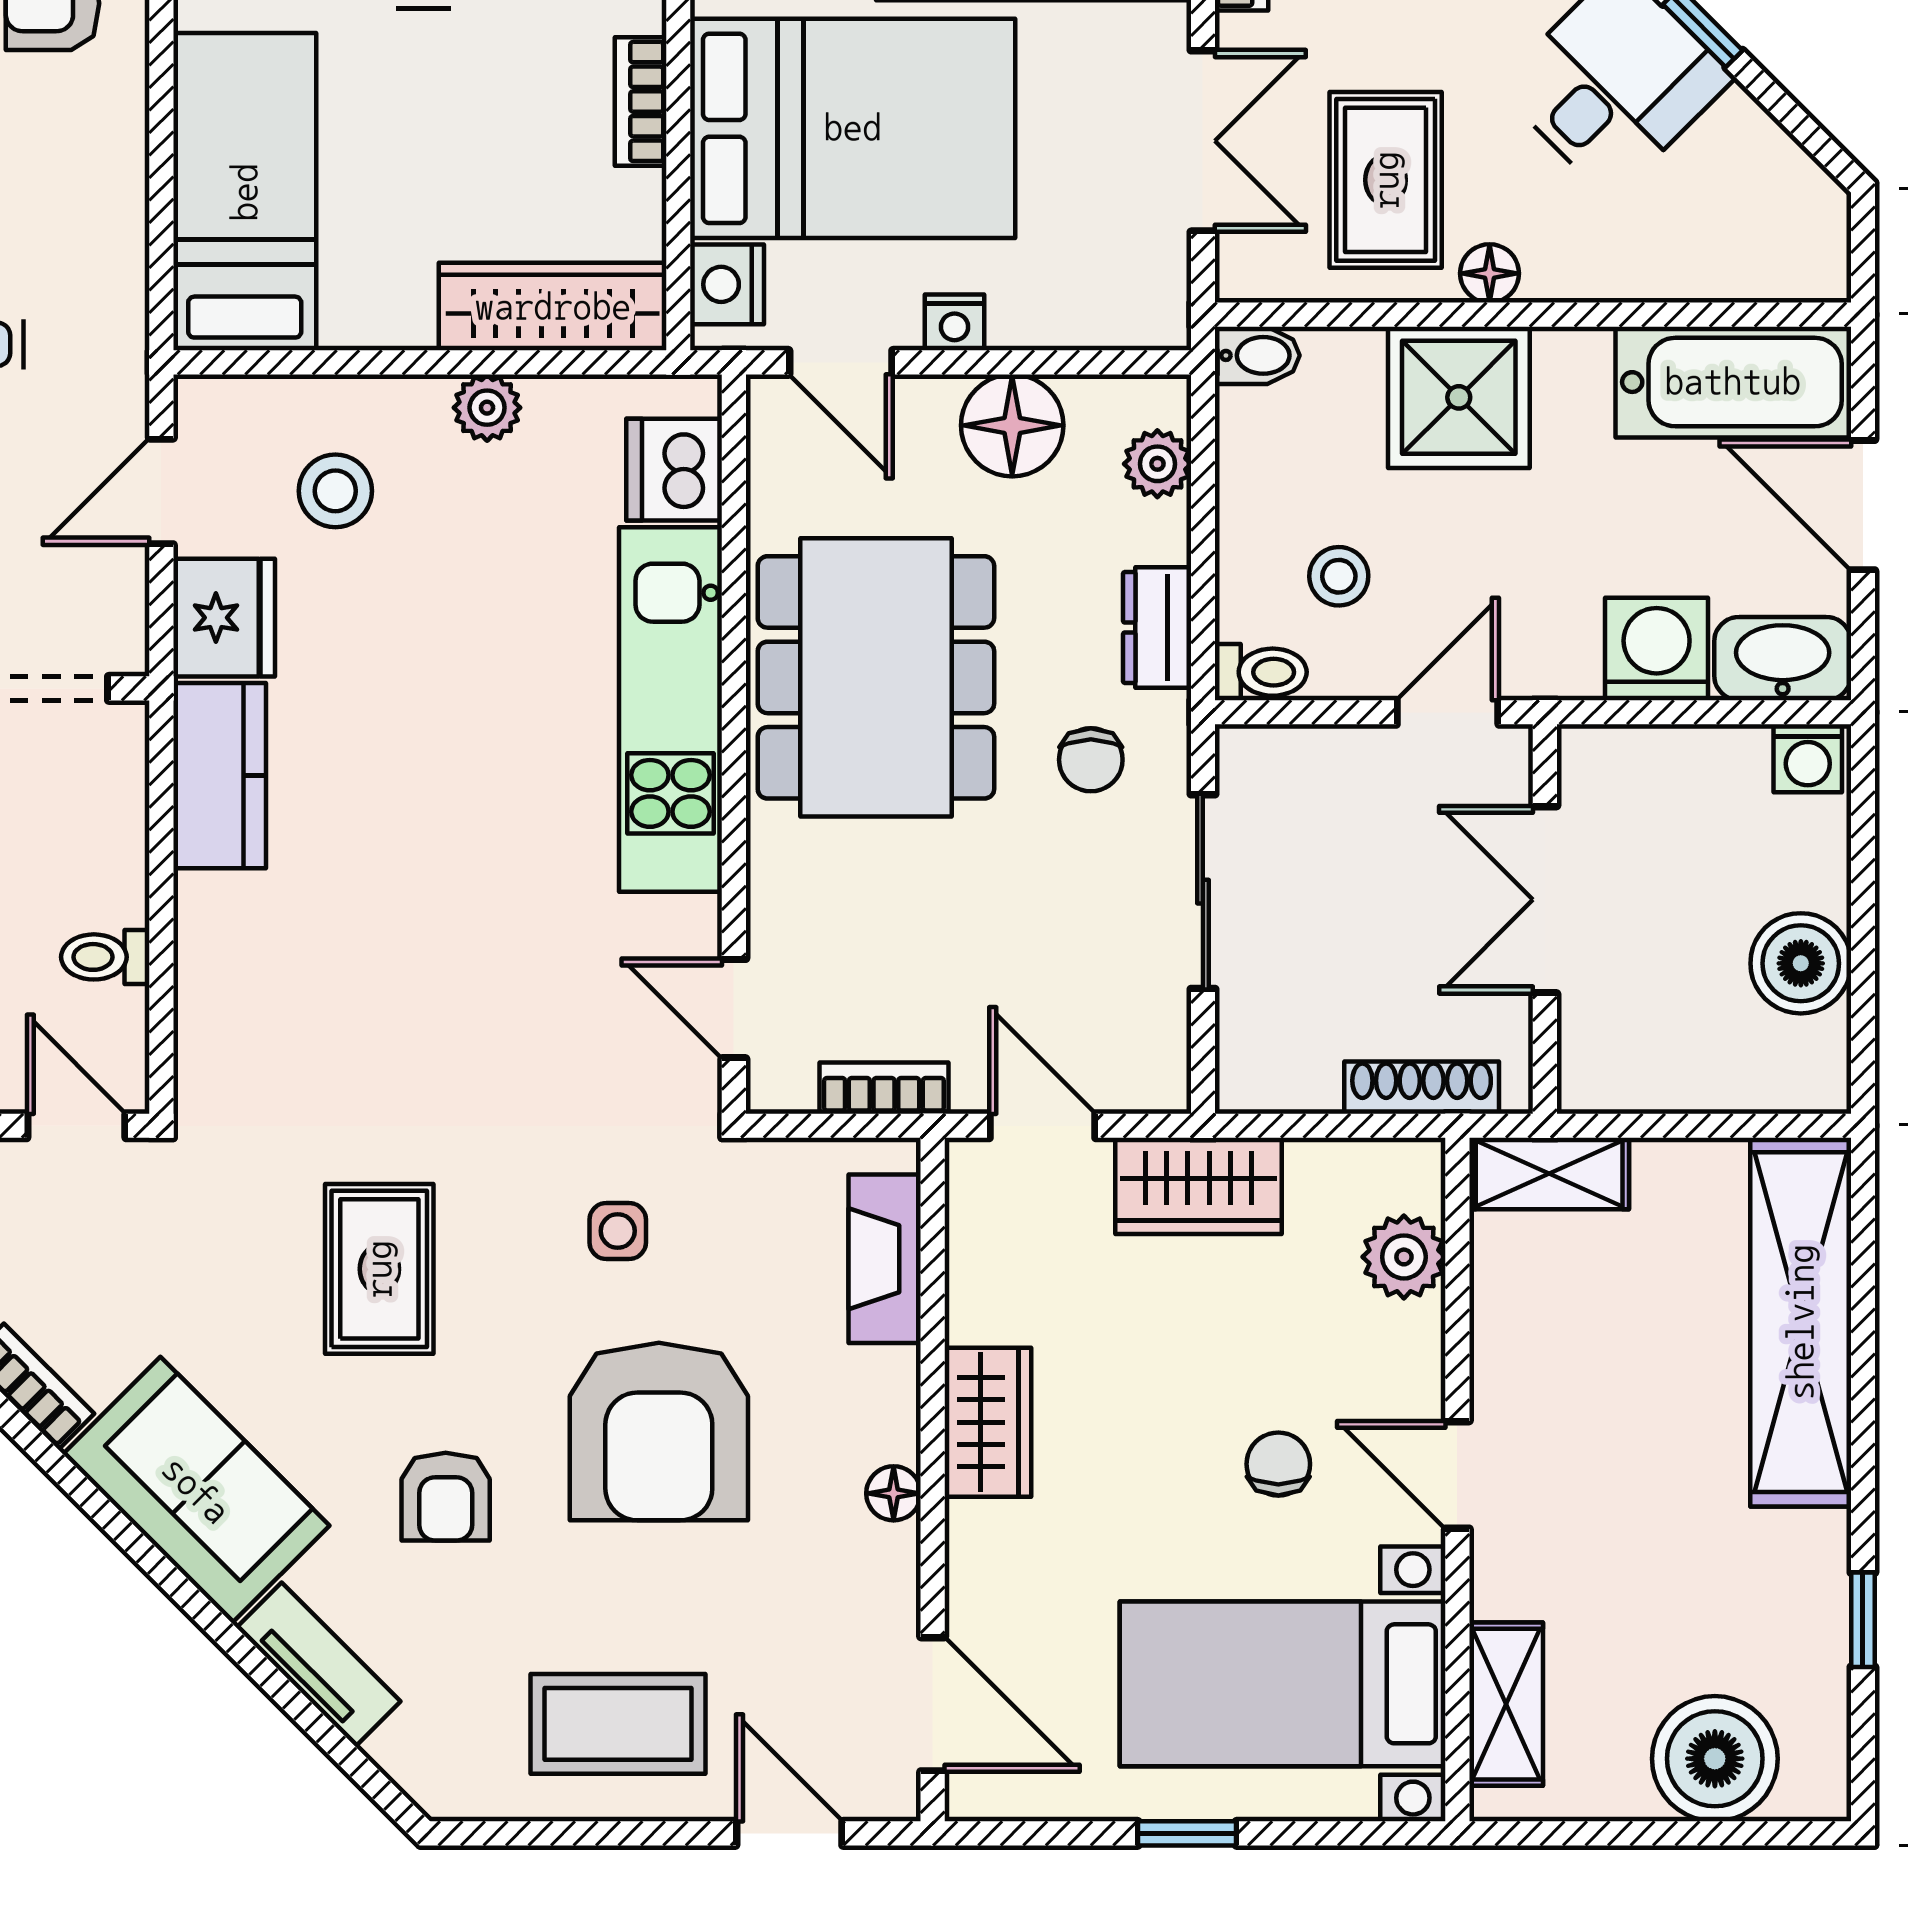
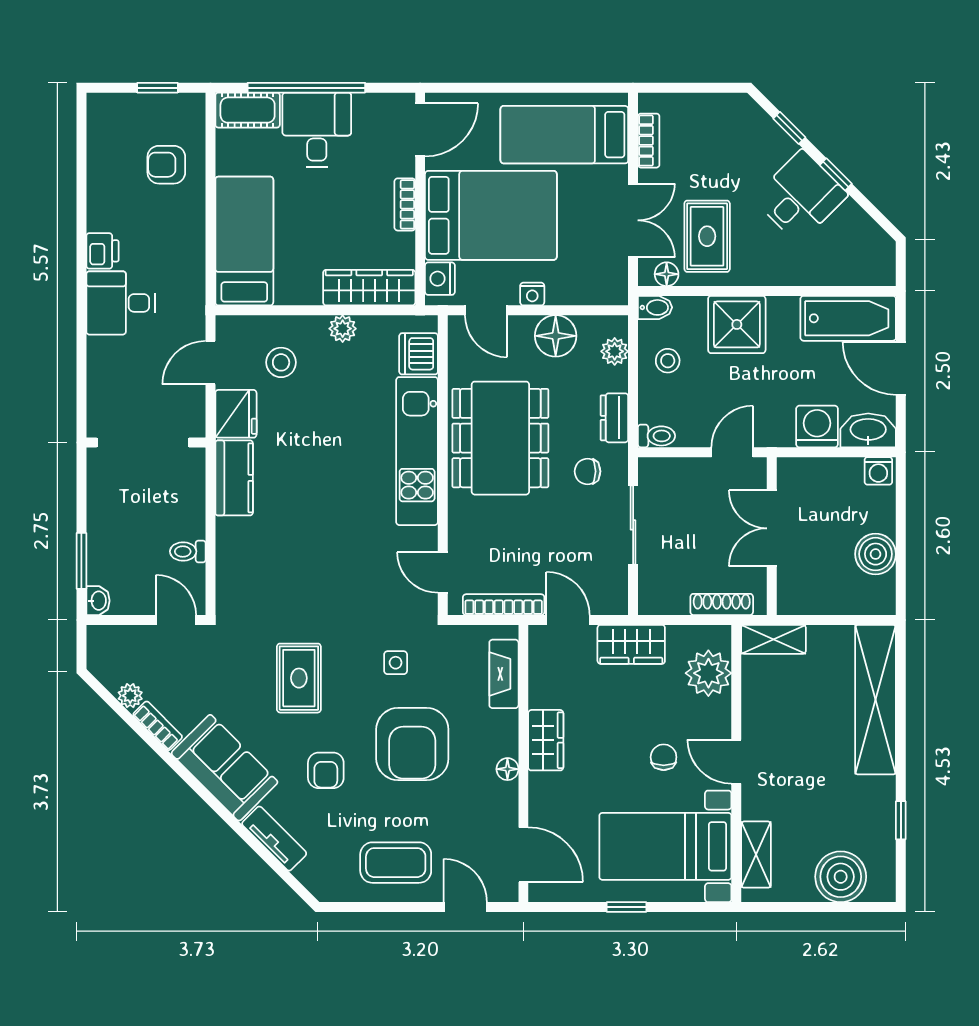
floor lamp: (1490, 273) -> (667, 274), moved
stool: (1339, 576) -> (668, 361), moved
chair: (1091, 760) -> (588, 471), turned 90
bookcase: (884, 1088) -> (504, 605), width x1.56
plant: (1404, 1257) -> (708, 673), width x1.36, depth x1.36

